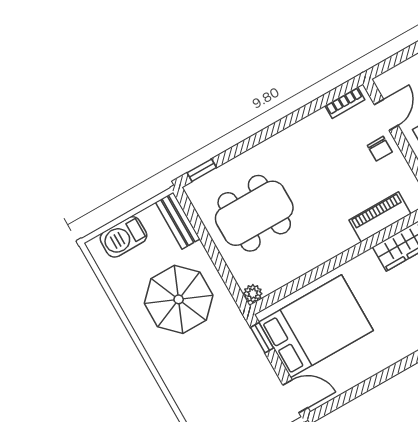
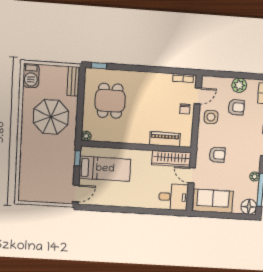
dining table: (254, 213) -> (110, 101), width x0.73
barbecue: (123, 237) -> (31, 76), moved, turned -90
bed: (316, 326) -> (105, 169), width x0.67
door: (295, 396) -> (76, 193), hinge flipped

